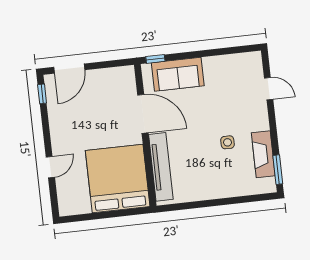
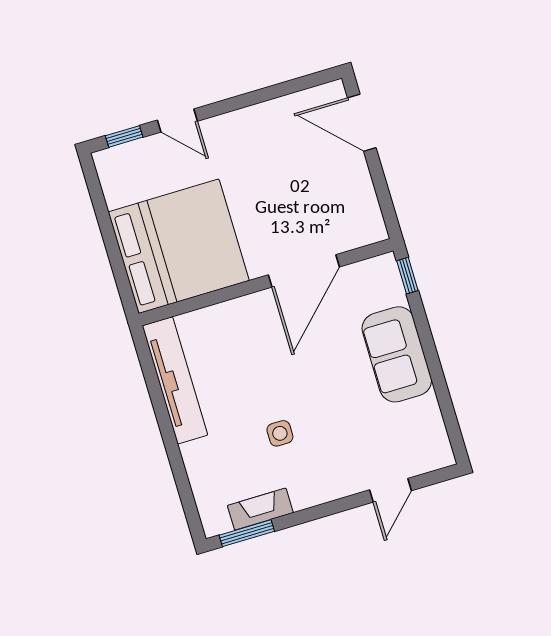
sofa: (178, 74) -> (397, 354), moved
window: (42, 94) -> (124, 136), moved
fireplace: (263, 154) -> (260, 509), width x0.73, depth x0.76
tv unit: (161, 167) -> (175, 380), moved, turned -90

